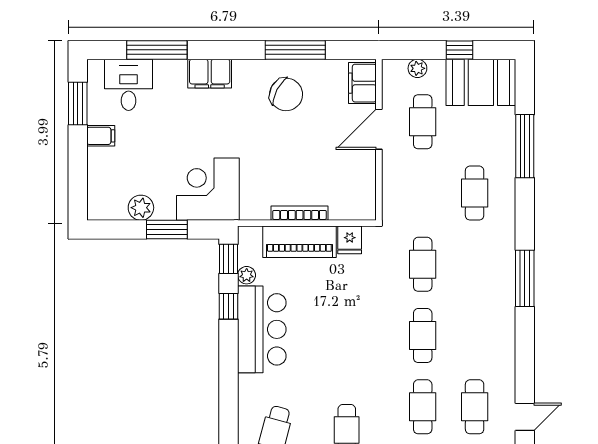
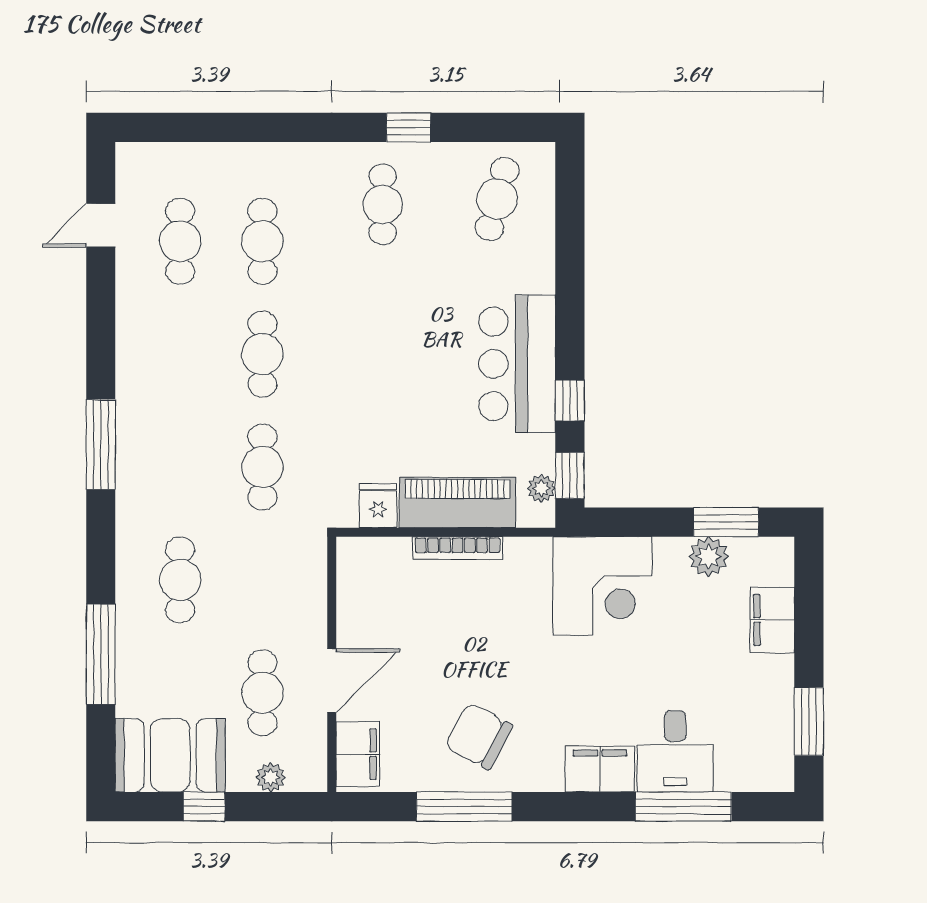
desk: (129, 85) -> (675, 751), moved
filing cabinet: (101, 136) -> (772, 620), moved, width x2.00
window: (167, 230) -> (726, 522), moved
plant: (247, 275) -> (541, 488), moved

